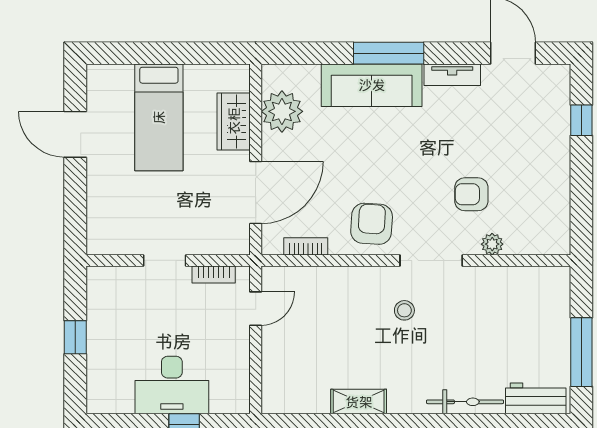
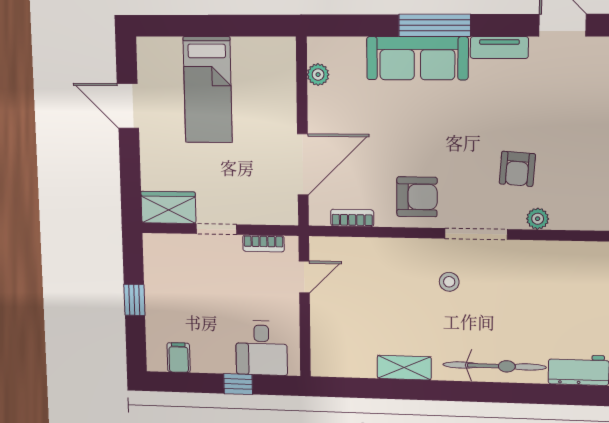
plant: (282, 111) -> (318, 75), width x0.53, depth x0.53
wardrobe: (234, 121) -> (168, 207), moved, turned 90
armchair: (471, 194) -> (517, 169), turned -86
armchair: (372, 224) -> (417, 197), turned 86
desk: (172, 385) -> (262, 348), moved, width x0.73
filing cabinet: (121, 398) -> (179, 358), added
bicycle: (465, 402) -> (494, 366), width x1.37, depth x1.40

